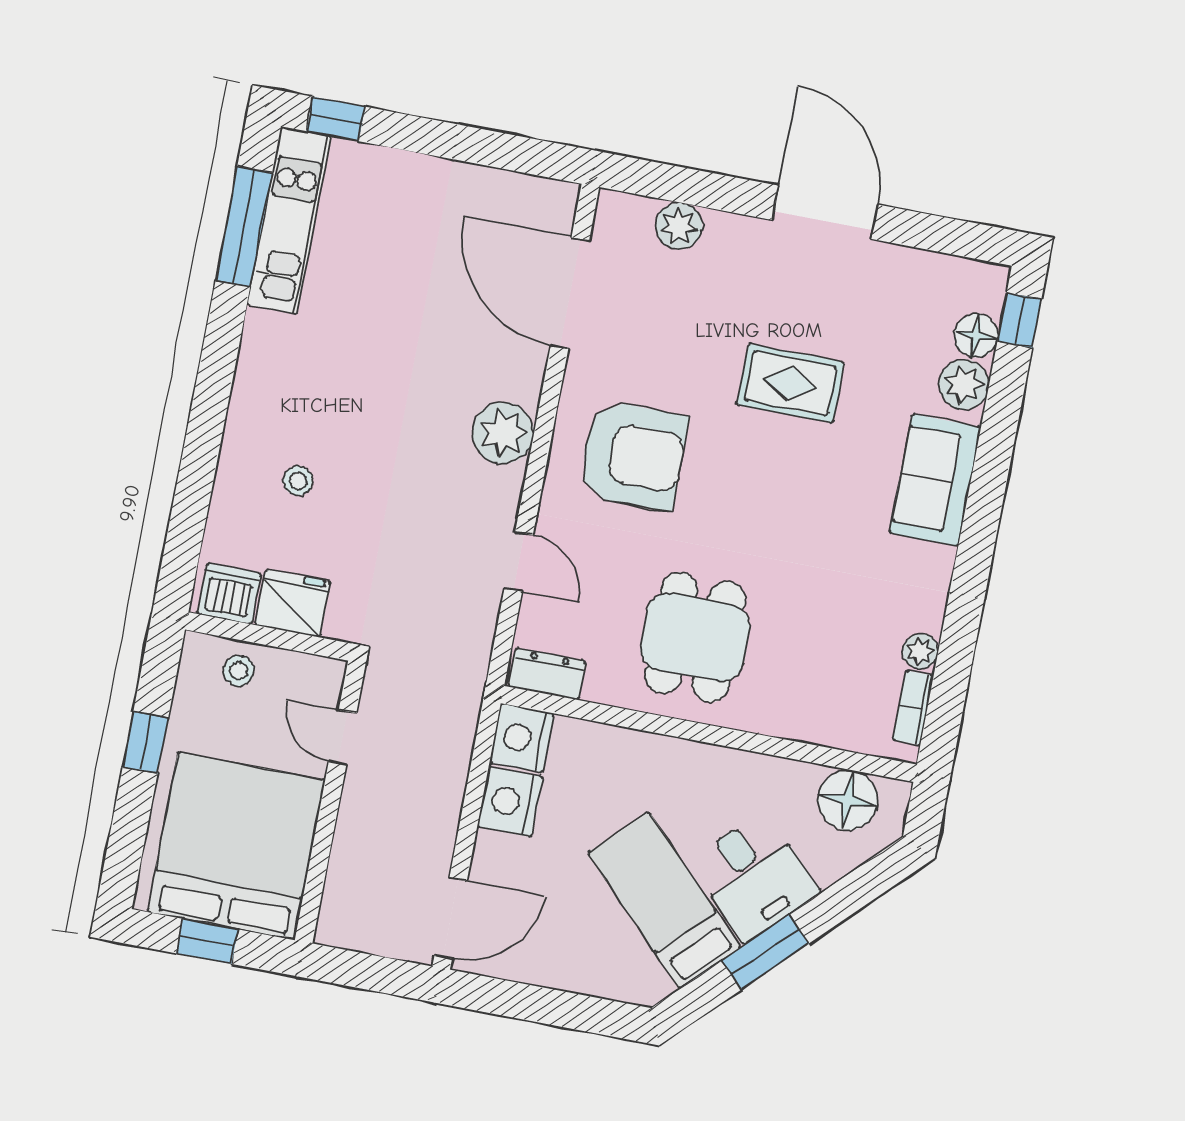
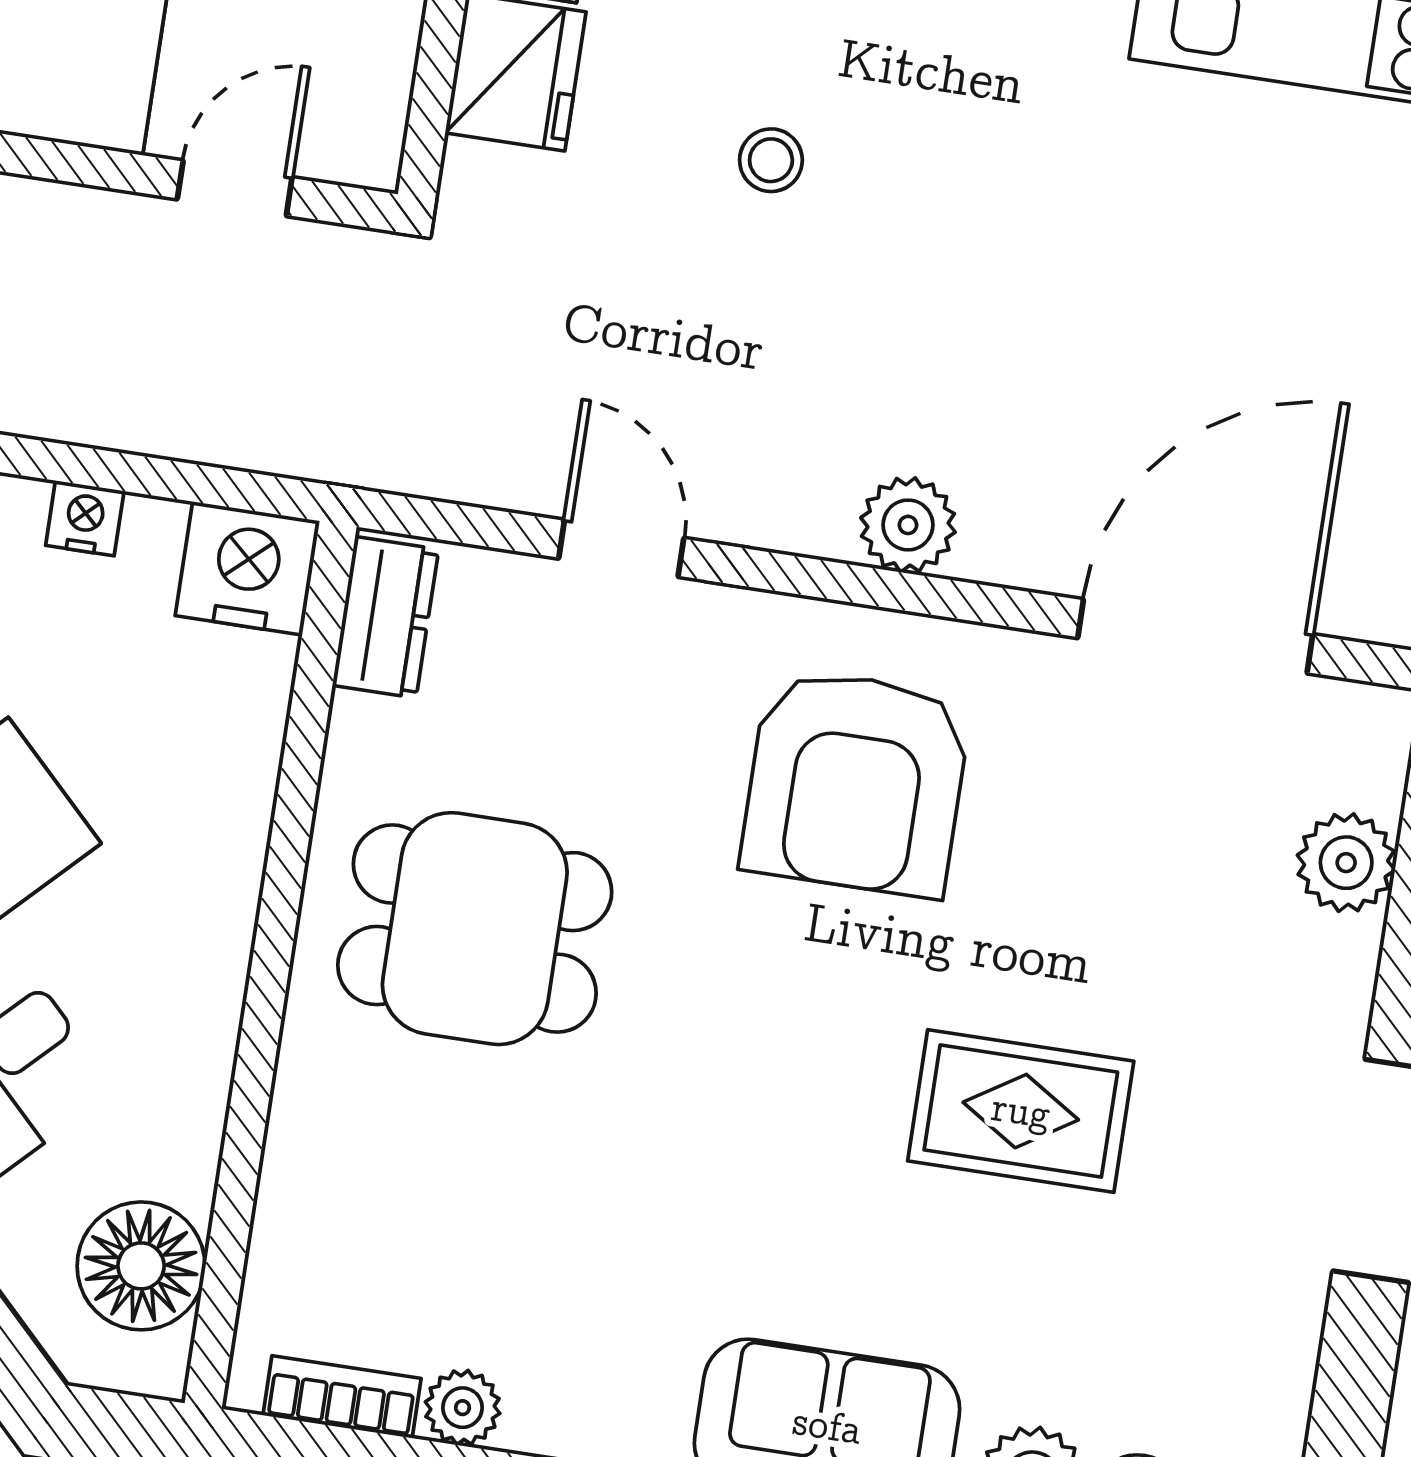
rug: (790, 383) -> (1021, 1111), turned 90
plant: (503, 433) -> (908, 525), width x0.73, depth x0.73
stool: (298, 481) -> (771, 160), moved
door: (519, 562) -> (621, 548), swing flipped
nightstand: (510, 802) -> (85, 518), width x0.53, depth x0.56

